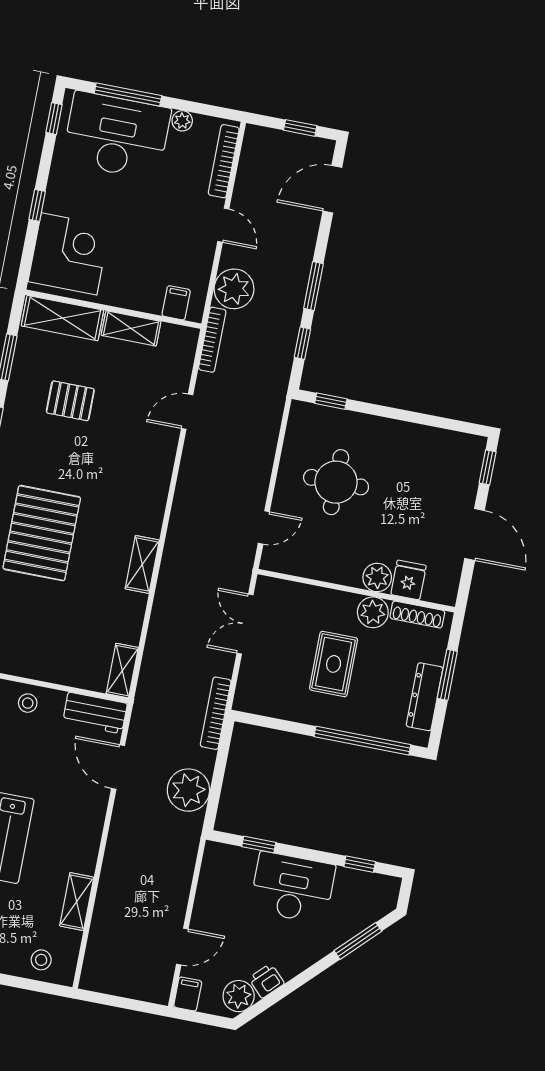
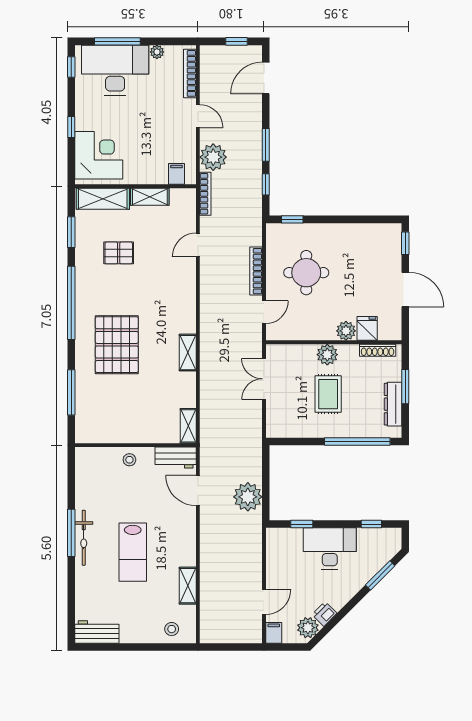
plant: (373, 612) -> (327, 355), moved
bookcase: (216, 713) -> (256, 271), moved

